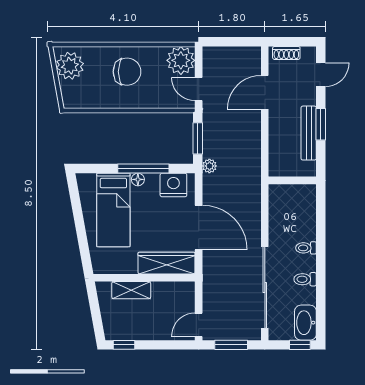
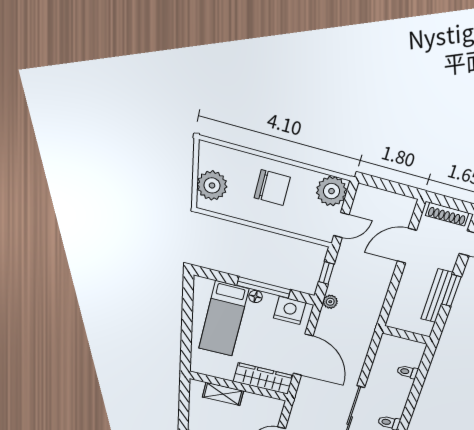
shoe rack: (286, 53) -> (447, 214), width x1.43
plant: (70, 66) -> (212, 185), moved
door: (199, 89) -> (341, 225), swing flipped
window: (198, 138) -> (326, 273), width x0.67
toilet: (306, 248) -> (407, 372), moved

